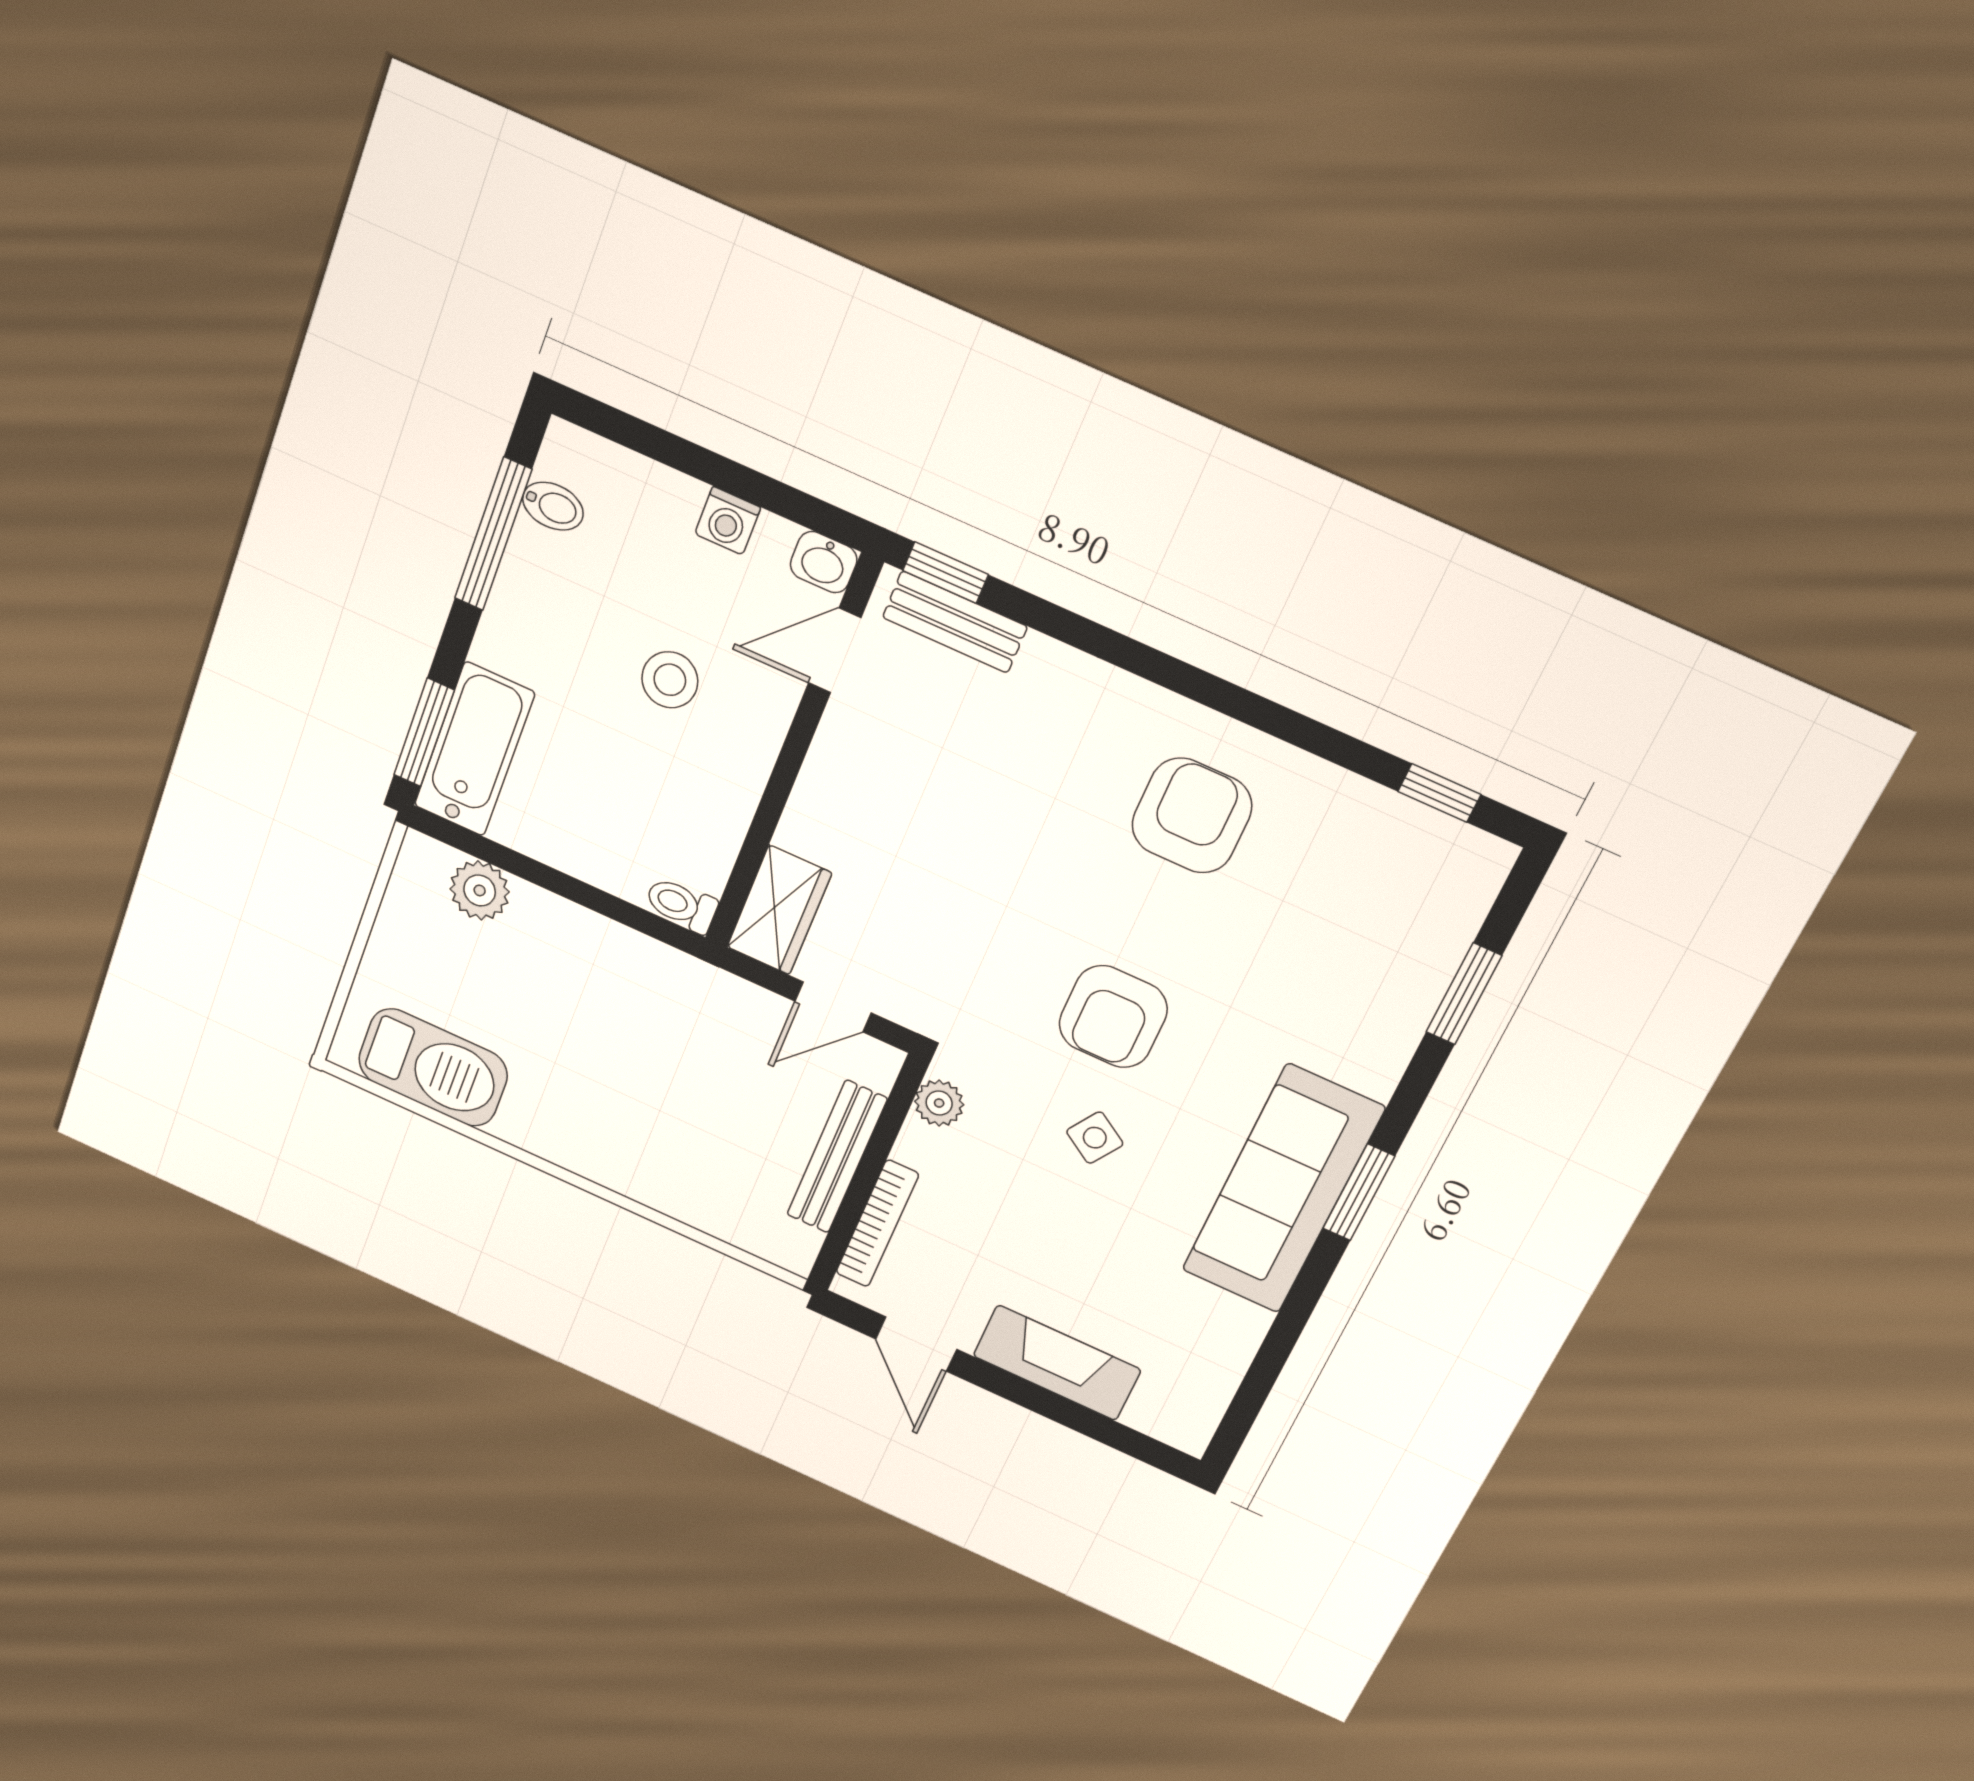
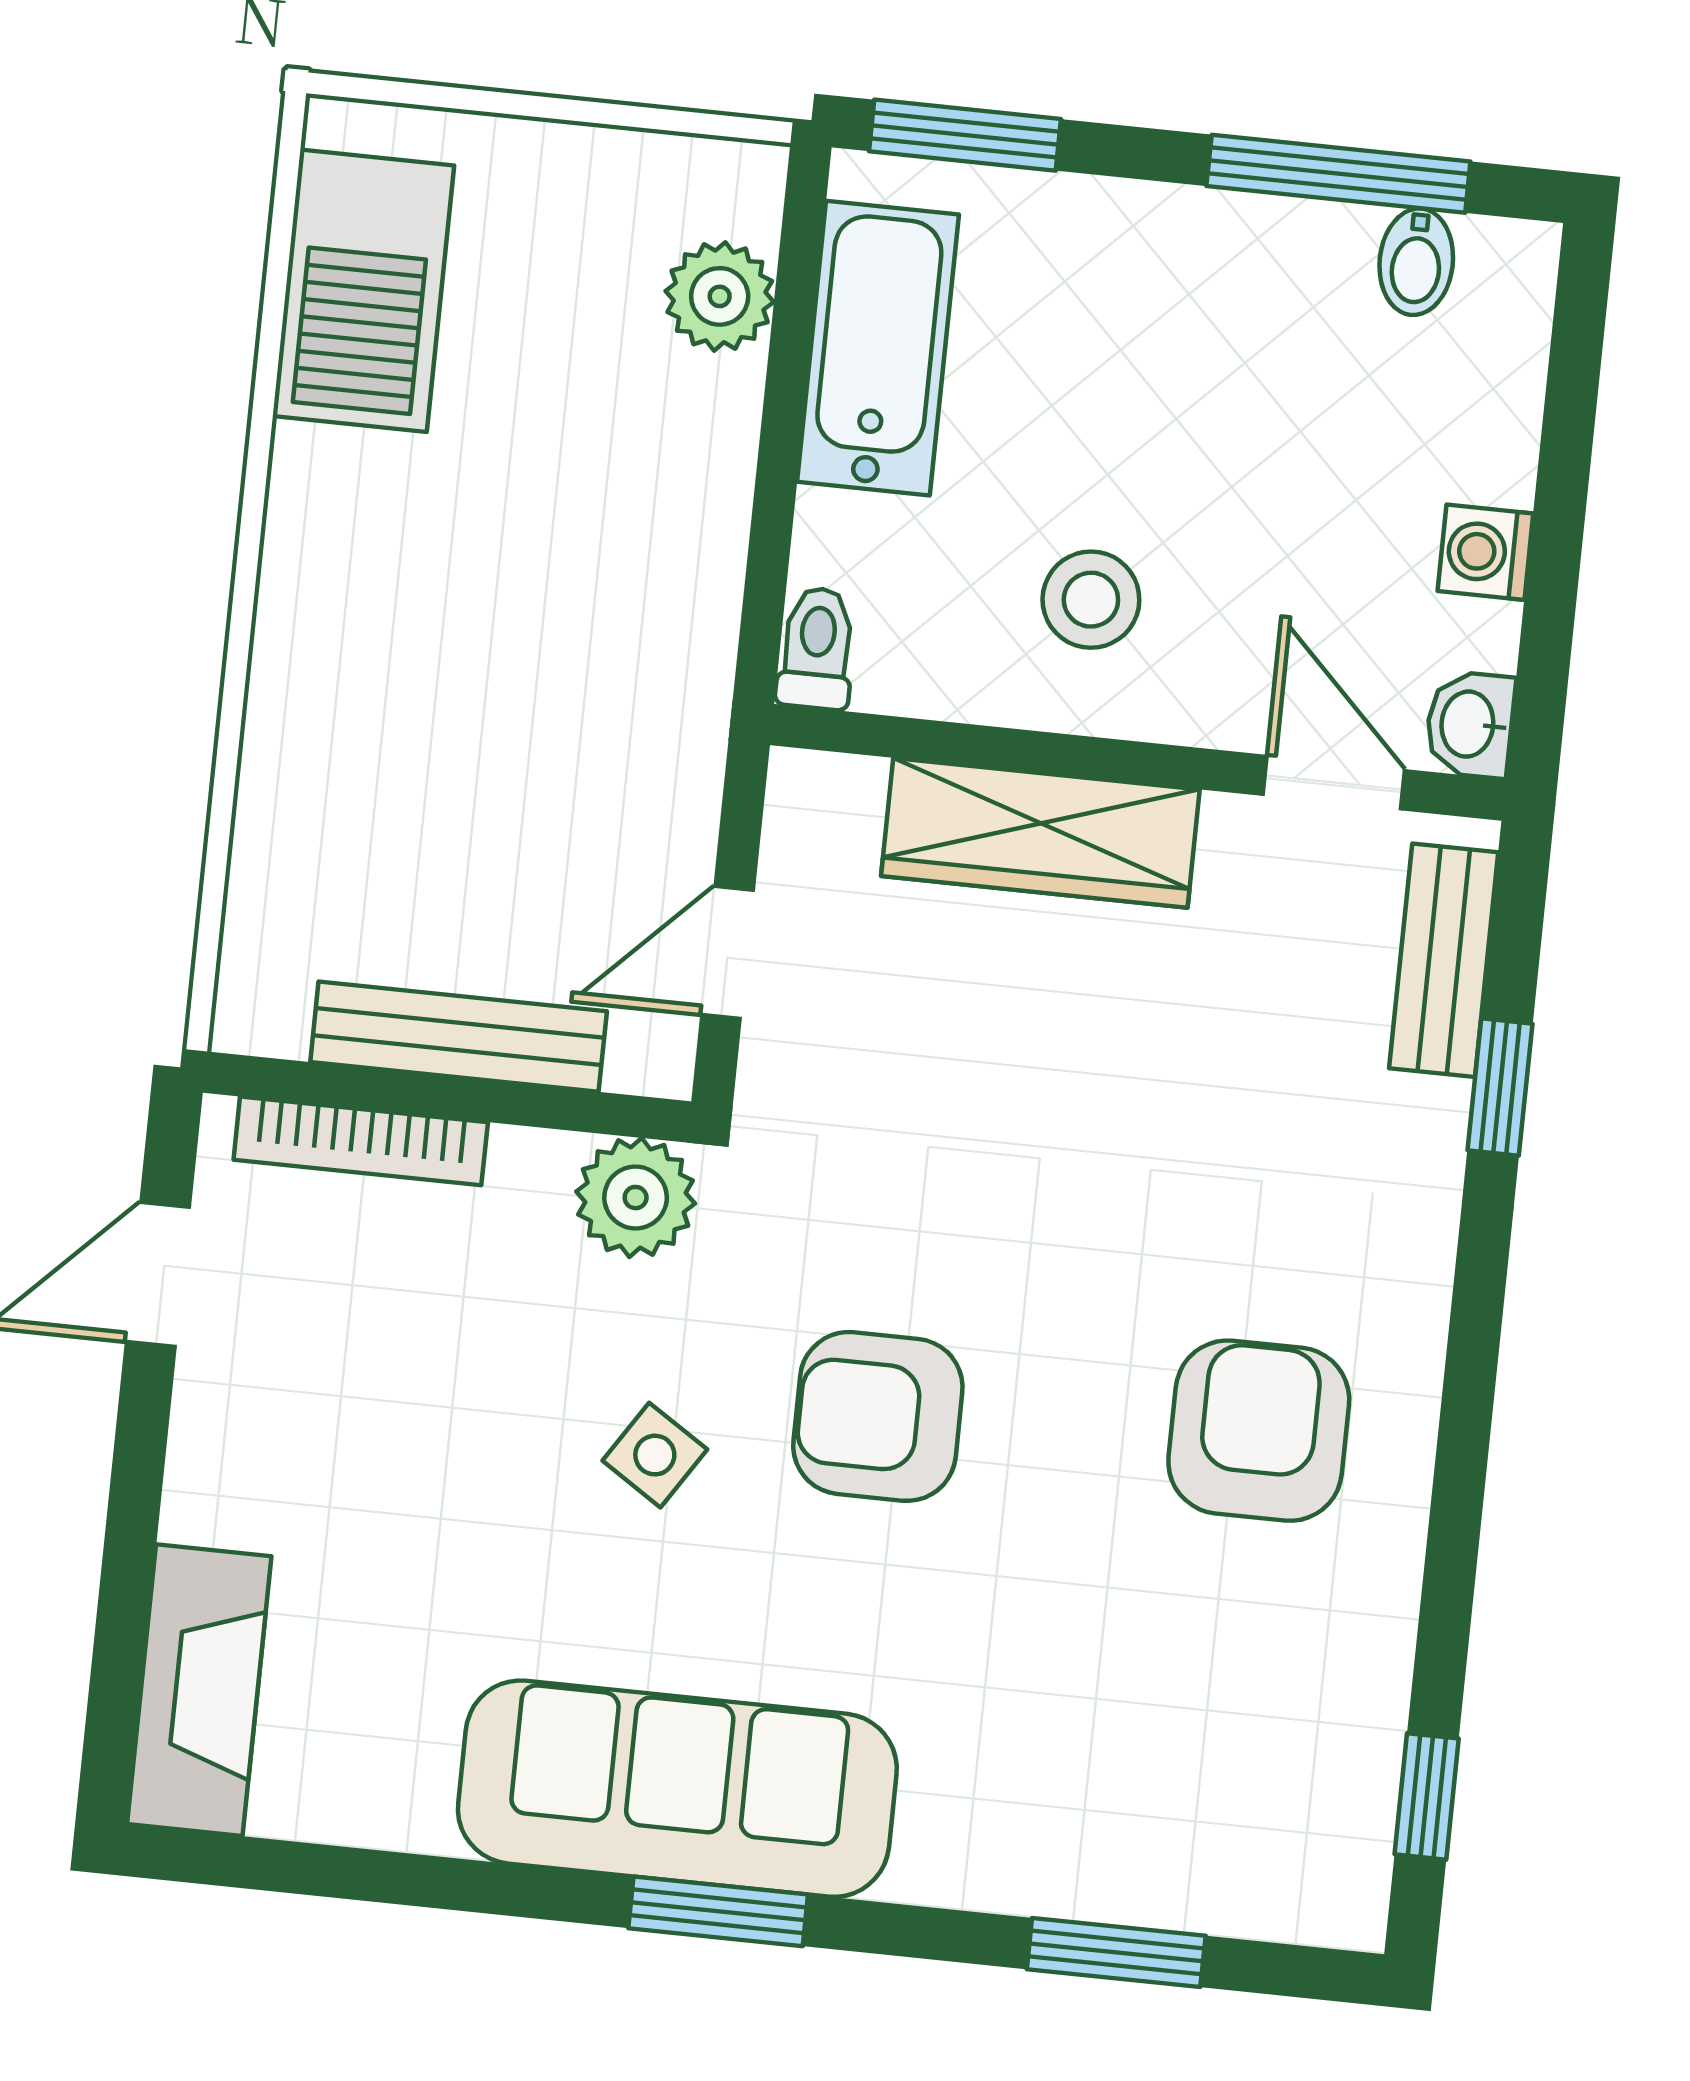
window: (946, 573) -> (1500, 1087), moved
stool: (670, 680) -> (1091, 600), moved
bathtub: (474, 749) -> (878, 348), moved, turned -90
armchair: (1192, 816) -> (1259, 1431), turned -90
wardrobe: (779, 910) -> (1040, 833), moved, width x1.50
door: (833, 1007) -> (728, 953), hinge flipped
plant: (939, 1103) -> (636, 1198), width x1.38, depth x1.38
fireplace: (1057, 1363) -> (199, 1690), moved

